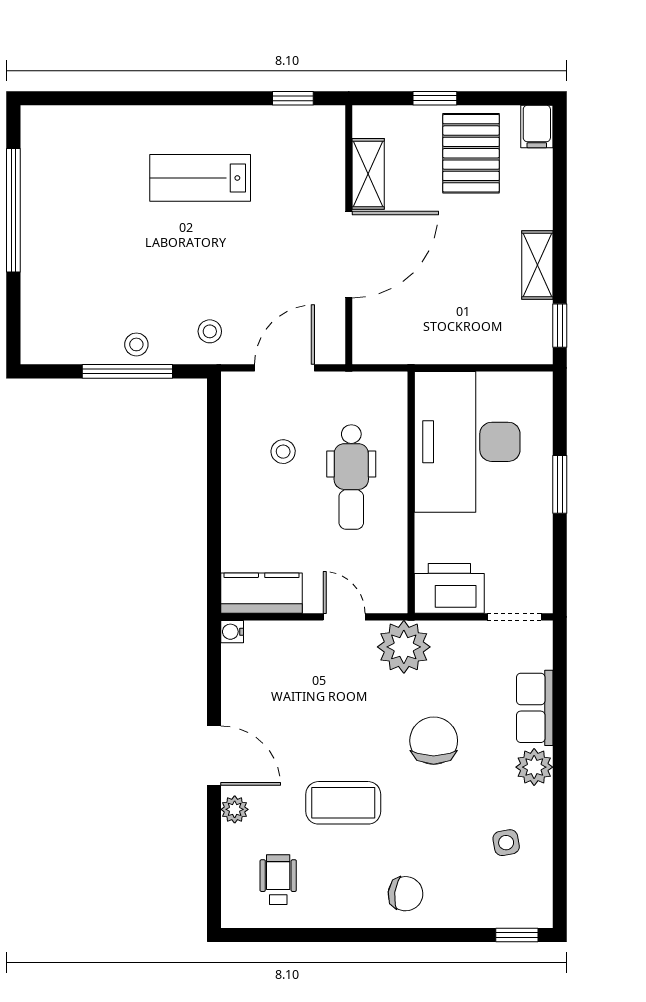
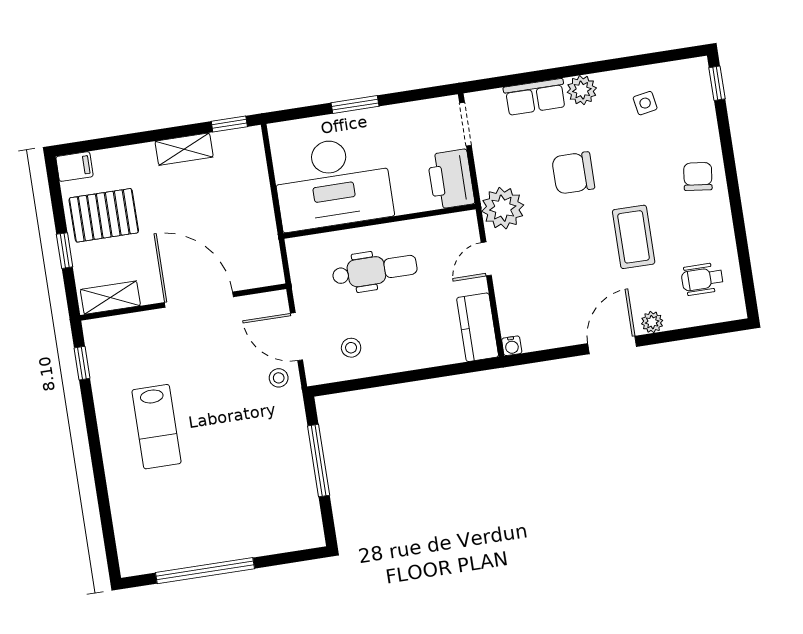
shelving: (368, 174) -> (110, 298), moved
stool: (210, 331) -> (279, 378), moved
stool: (136, 344) -> (296, 457), removed
stool: (283, 452) -> (351, 348), moved

